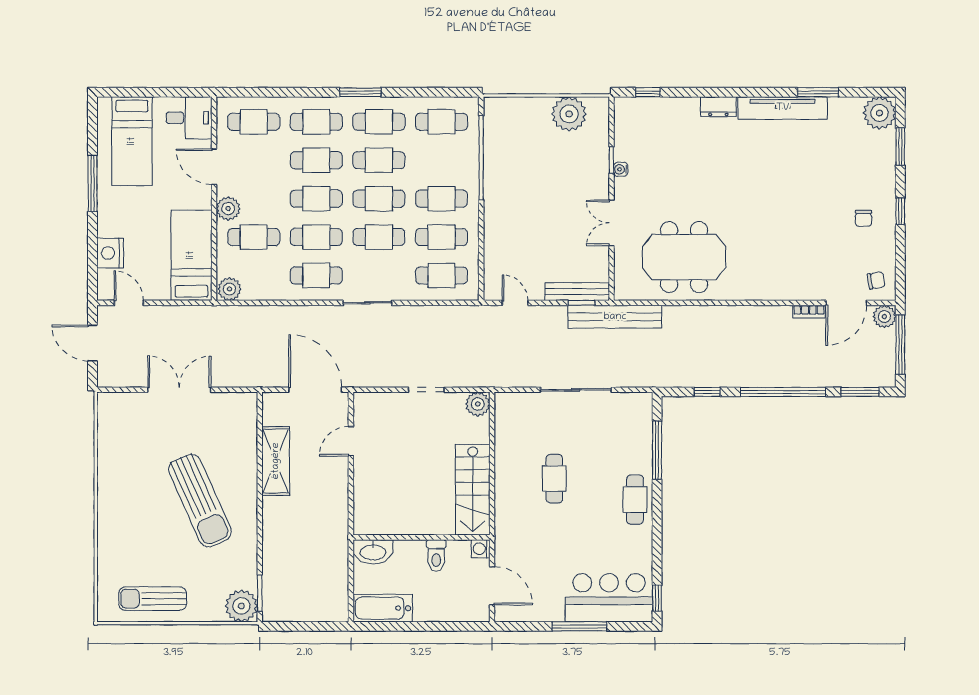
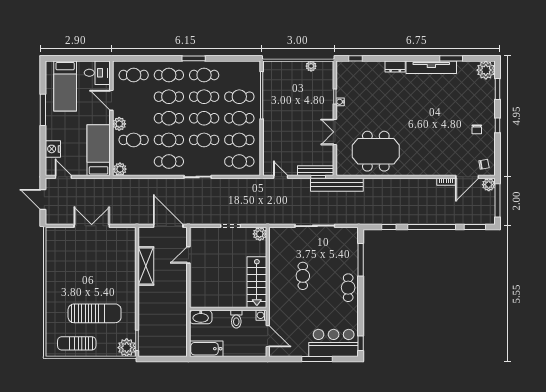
plant: (569, 114) -> (311, 66), width x0.53, depth x0.53
cafe table: (442, 122) -> (239, 97), moved
sun lounger: (200, 501) -> (95, 313), moved, turned -66

